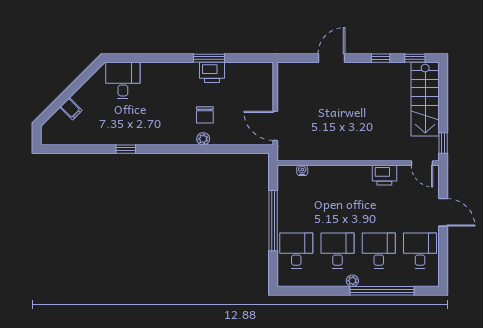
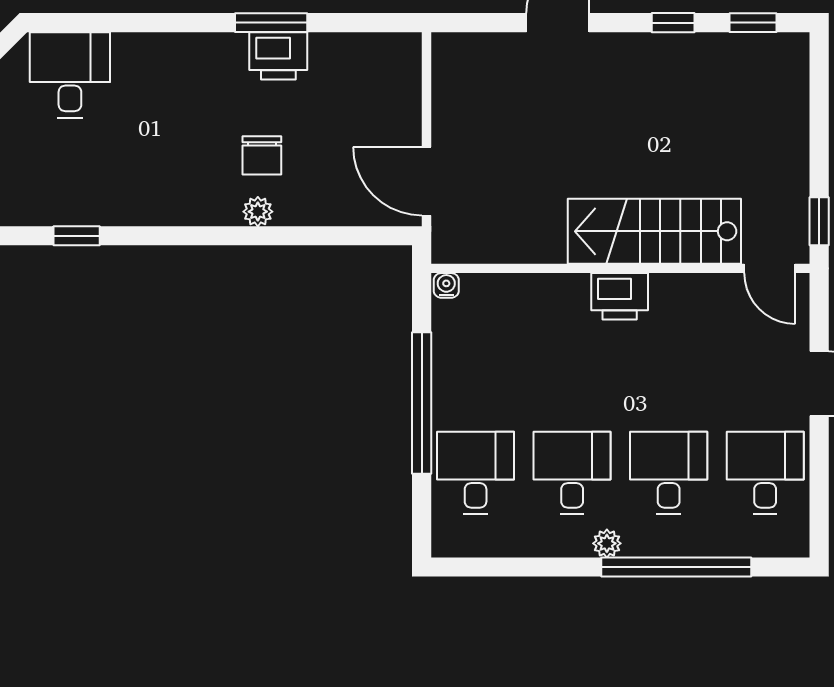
stairs: (425, 99) -> (654, 231), moved, turned 90
water cooler: (302, 170) -> (446, 285), moved
printer: (384, 175) -> (620, 296), moved

